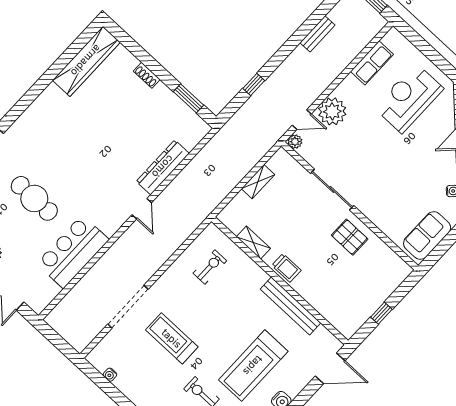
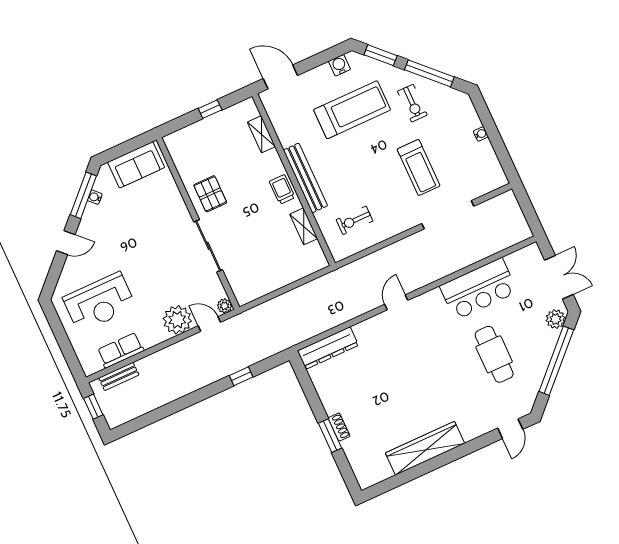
bench: (317, 34) -> (119, 376), moved
wardrobe: (86, 61) -> (425, 448), moved
window: (188, 98) -> (330, 436), moved
dresser: (163, 167) -> (328, 348), moved
shelving: (258, 182) -> (261, 134), moved, turned 90
bench: (290, 306) -> (305, 178), moved
water cooler: (110, 375) -> (481, 134), moved

